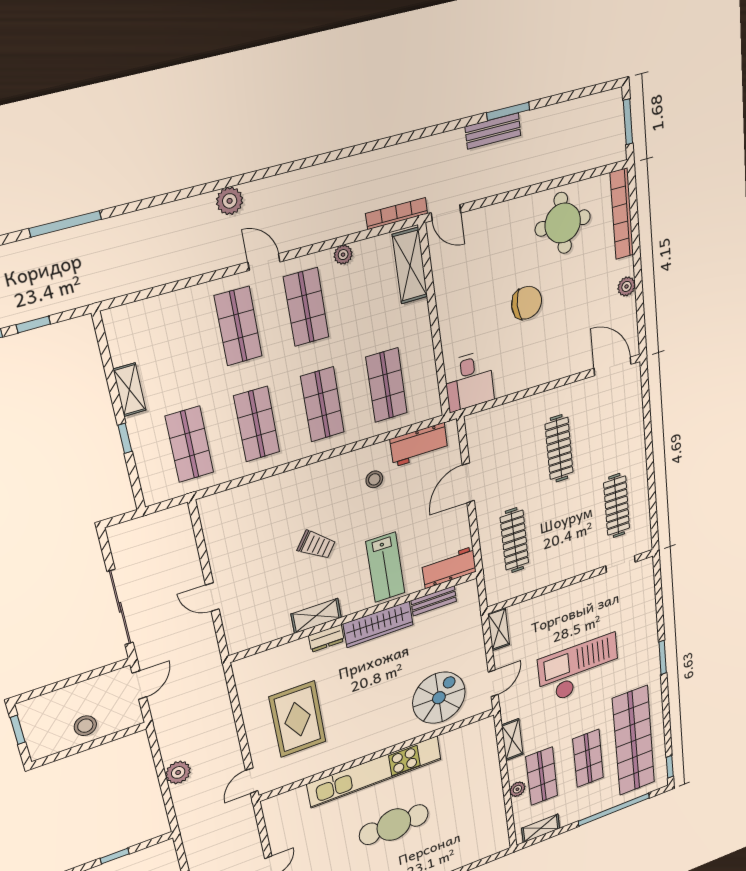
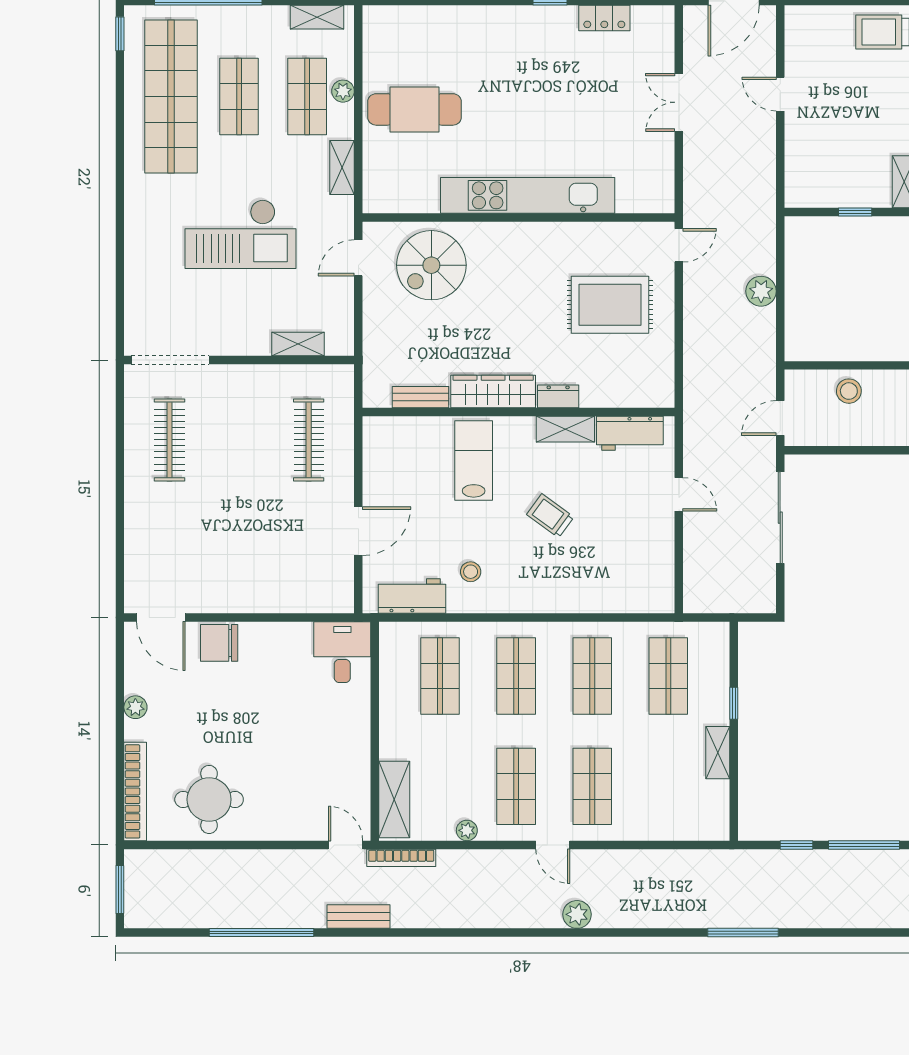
window: (508, 111) -> (261, 933), width x2.11
bench: (493, 131) -> (359, 917), moved
chair: (527, 303) -> (219, 643), moved
clothes rail: (559, 448) -> (239, 537), removed
doorway: (620, 564) -> (170, 360), width x1.88
workbench: (449, 567) -> (630, 433), moved
shelving: (499, 629) -> (298, 344), moved, turned 90
window: (663, 657) -> (120, 206), removed
rug: (298, 719) -> (610, 305), turned 90
cafe table: (394, 825) -> (415, 109), moved

